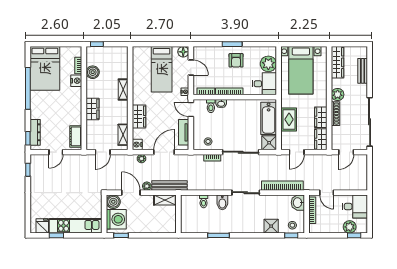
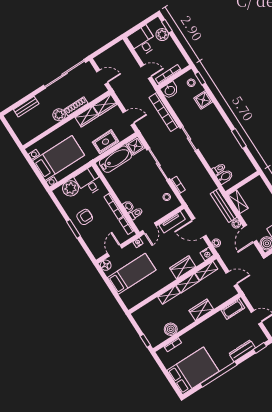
wardrobe: (338, 62) -> (32, 132), removed
nightstand: (76, 81) -> (186, 338), removed
shelving: (123, 112) -> (188, 283), added
dresser: (35, 132) -> (242, 351), moved
door: (327, 193) -> (146, 72), hinge flipped
bidet: (222, 202) -> (225, 177), moved

